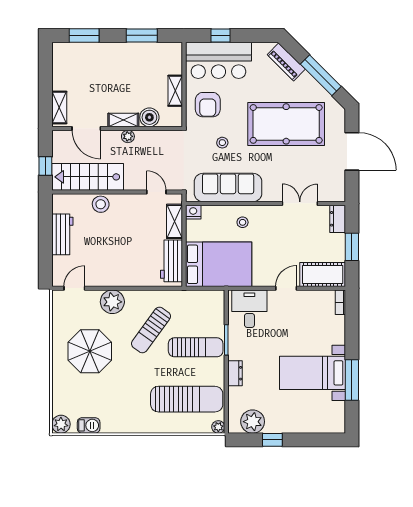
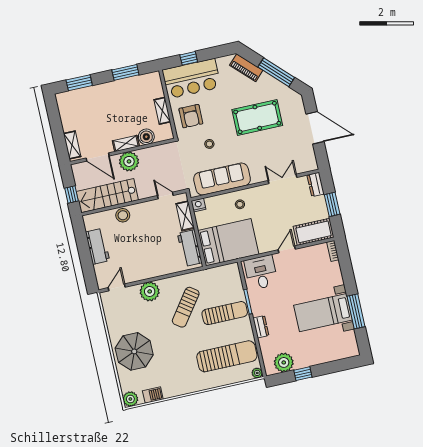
pool table: (286, 124) -> (257, 118), width x0.73, depth x0.76
plant: (128, 136) -> (129, 161), width x1.88, depth x1.88
parasol: (90, 351) -> (134, 351), moved

